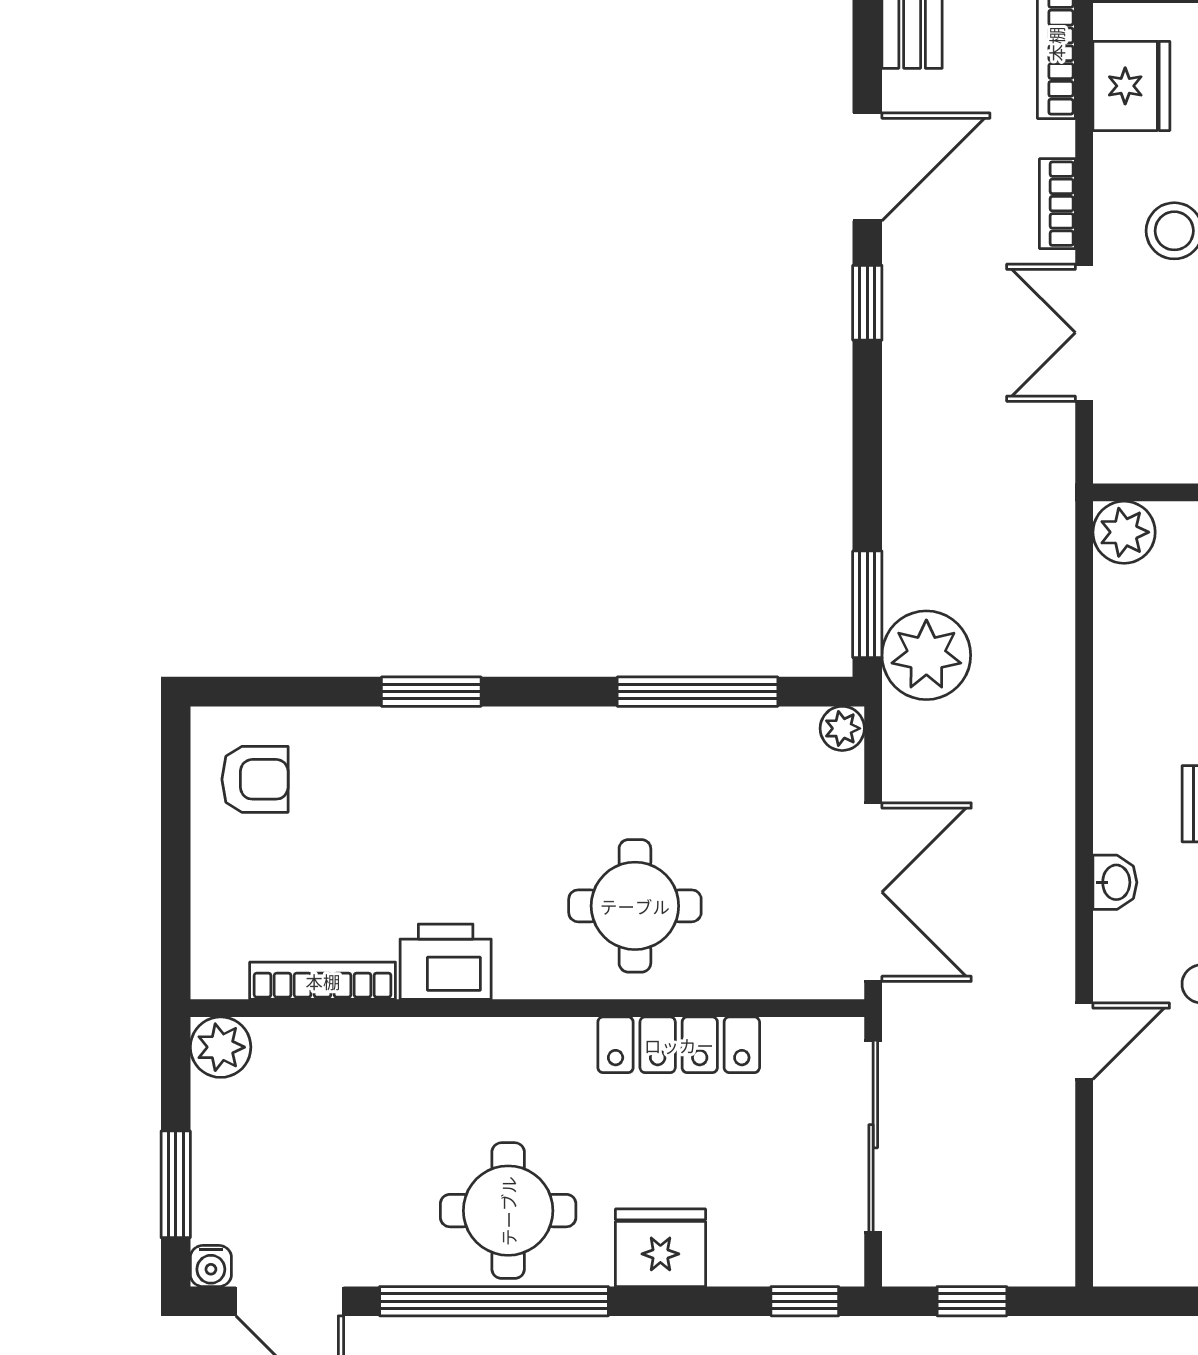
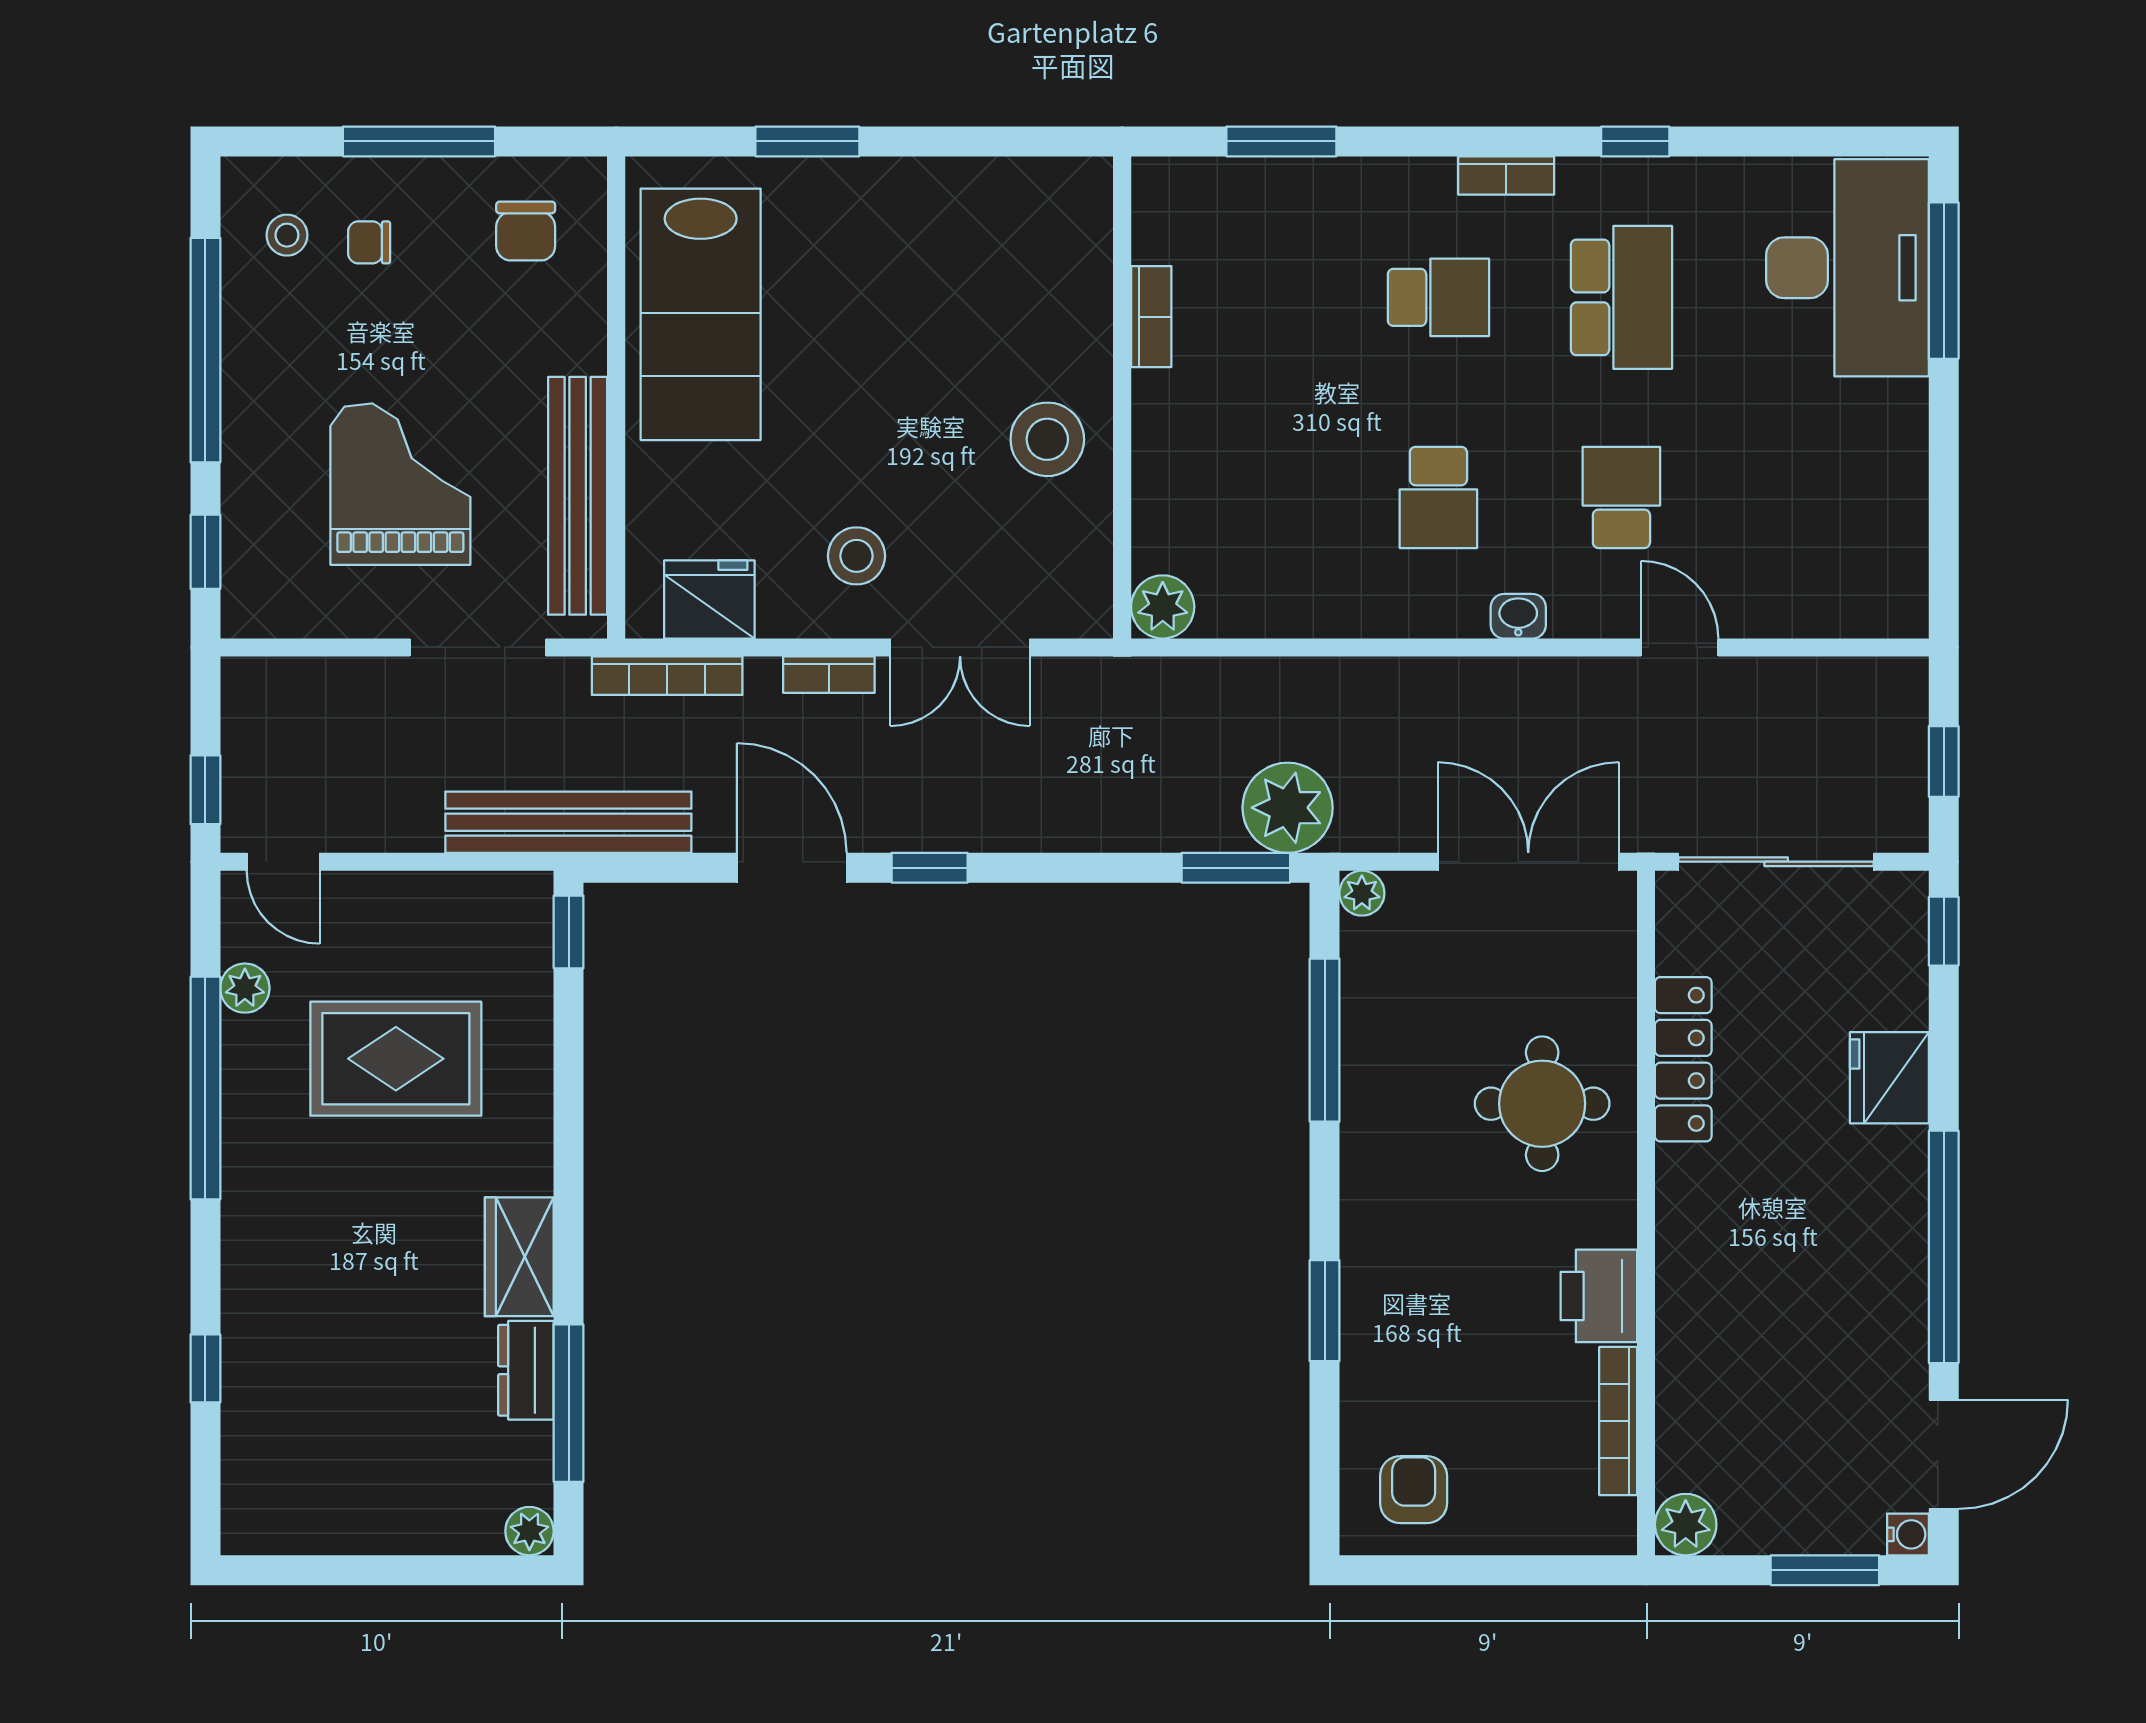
round table: (508, 1211) -> (1852, 1233), removed

